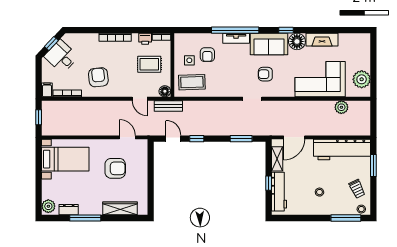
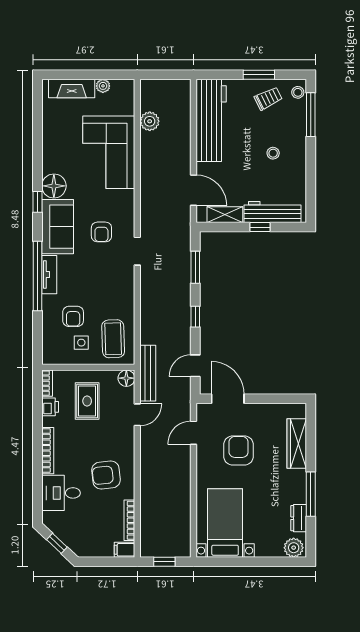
fireplace: (322, 40) -> (72, 88), moved, turned 90
armchair: (207, 55) -> (73, 316), turned 90
desk: (61, 56) -> (61, 493), moved, turned 47
plant: (362, 79) -> (103, 86), width x0.53, depth x0.53
bench: (168, 106) -> (148, 373), width x1.36
window: (197, 139) -> (195, 317), moved
door: (151, 161) -> (228, 399), added
window: (373, 165) -> (259, 75), moved

